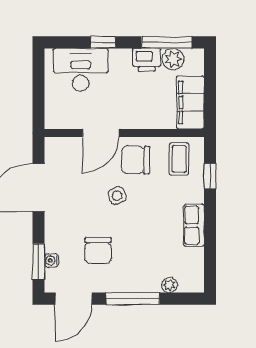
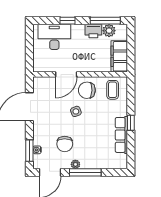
window: (210, 176) -> (131, 123), moved
row of seats: (194, 225) -> (121, 135), width x1.48
plant: (169, 285) -> (75, 164), moved

